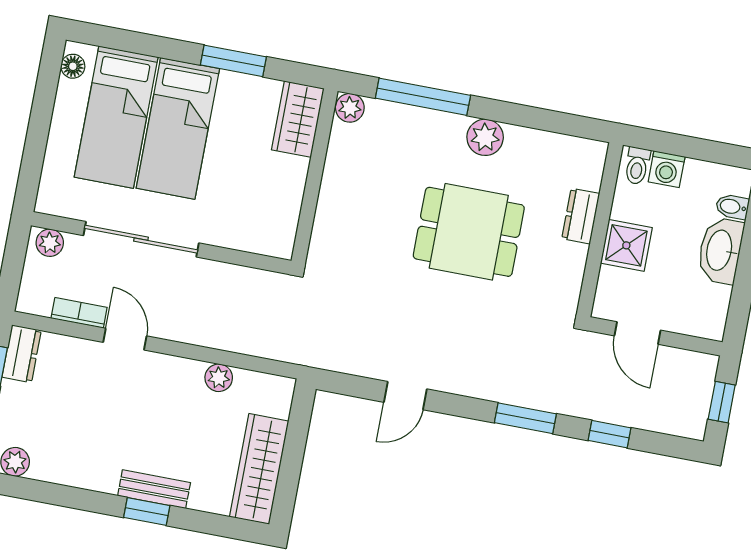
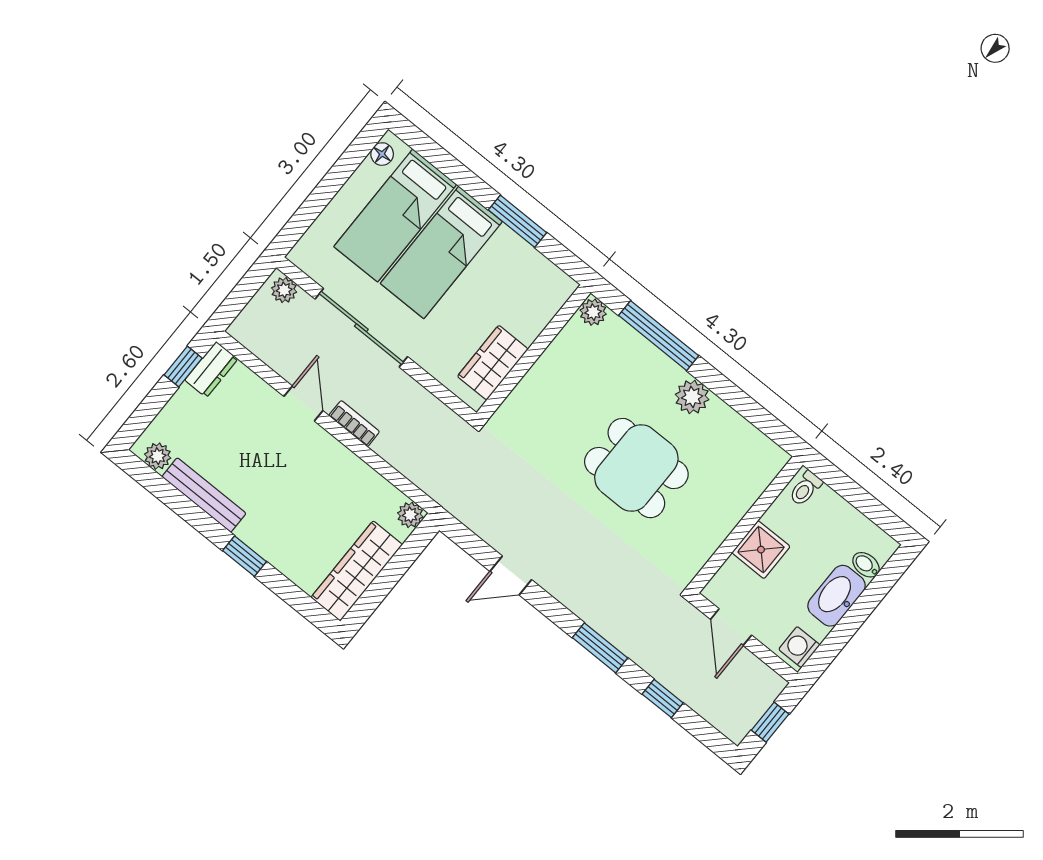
wardrobe: (298, 119) -> (493, 363), moved
washing machine: (667, 169) -> (799, 647), moved, turned 90
dresser: (581, 216) -> (736, 505), removed
bookcase: (79, 313) -> (354, 424), moved
plant: (219, 378) -> (410, 515), moved
bench: (154, 489) -> (204, 495), moved, width x1.36

